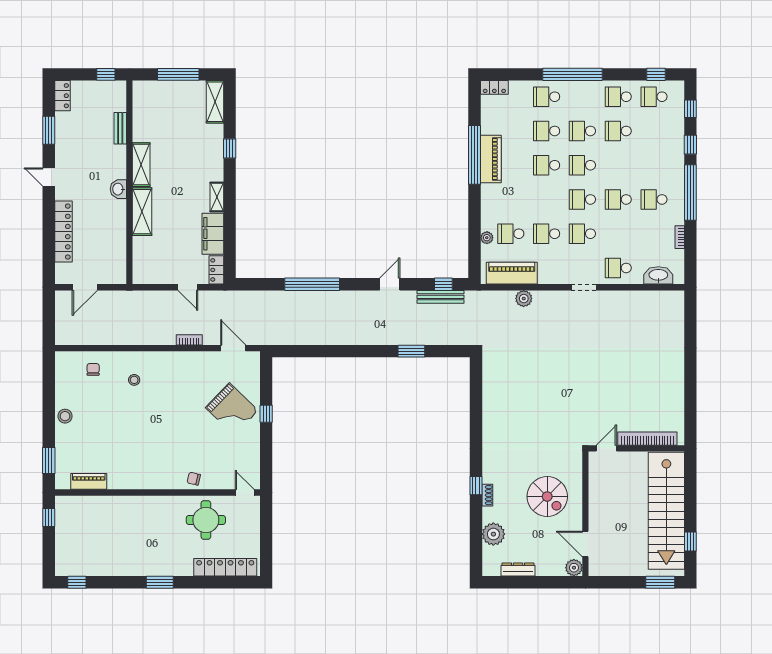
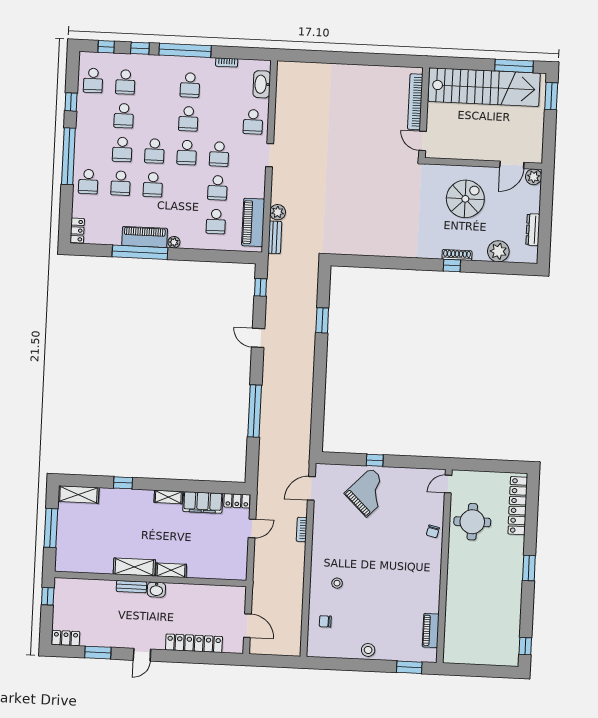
window: (656, 74) -> (71, 102), moved
school desk: (618, 97) -> (125, 82), moved
bench: (120, 128) -> (131, 587), moved
shelving: (142, 212) -> (171, 570), width x0.67, depth x0.75
plant: (487, 238) -> (174, 242), moved
bench: (440, 297) -> (275, 237), moved, width x0.73
shoe rack: (487, 495) -> (457, 255), width x1.43
window: (49, 518) -> (463, 670), removed
window: (690, 541) -> (514, 66), width x2.17

